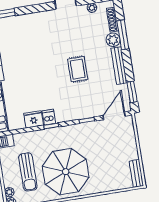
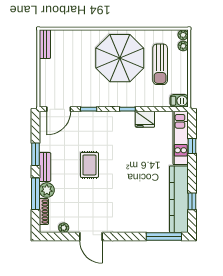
bench: (119, 66) -> (45, 167), width x0.73
window: (132, 92) -> (36, 154), moved
dishwasher: (49, 117) -> (128, 119), removed
sun lounger: (28, 172) -> (160, 64), turned 180

